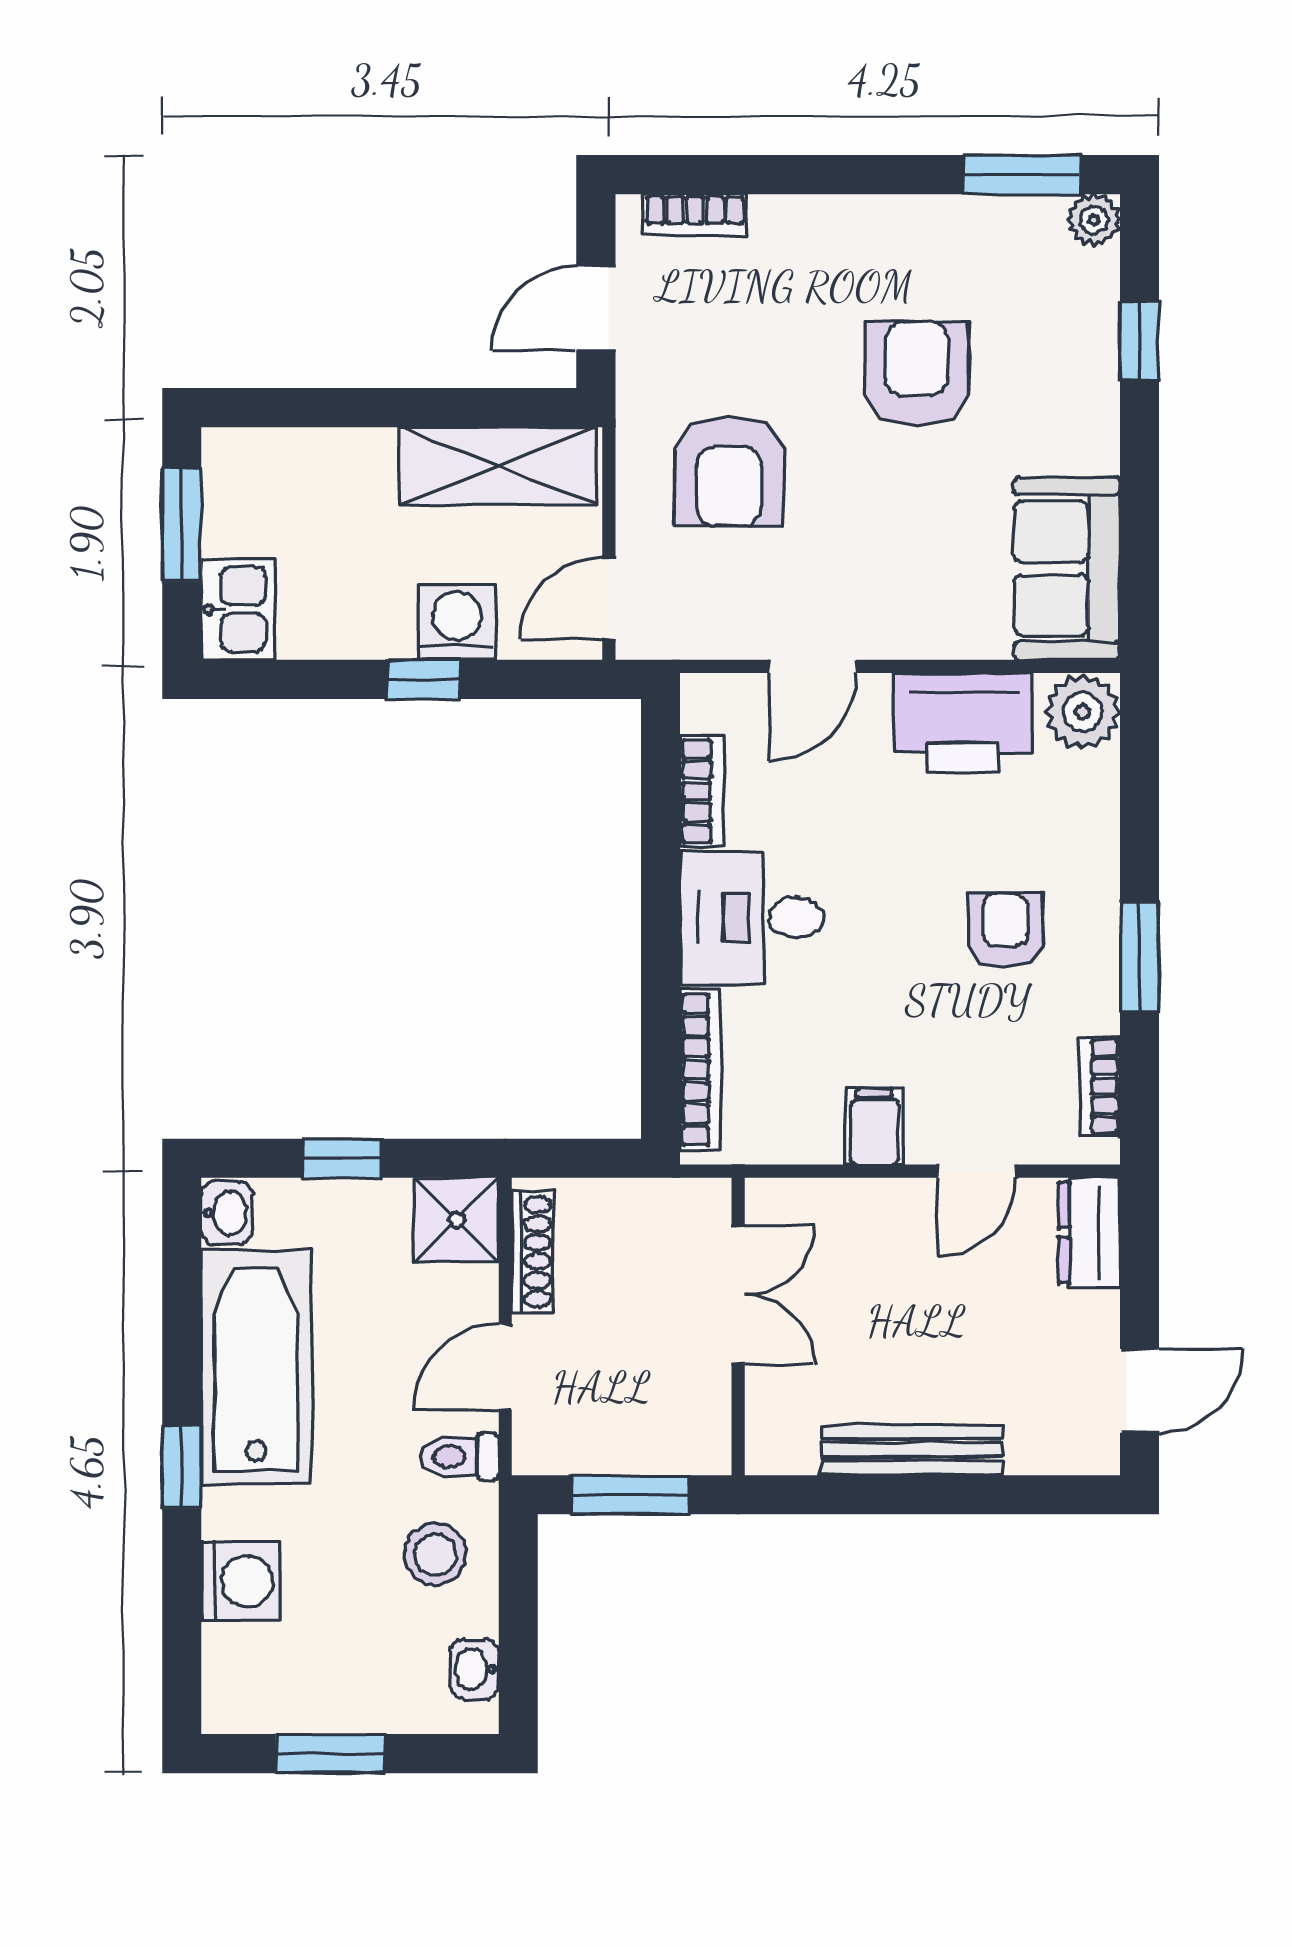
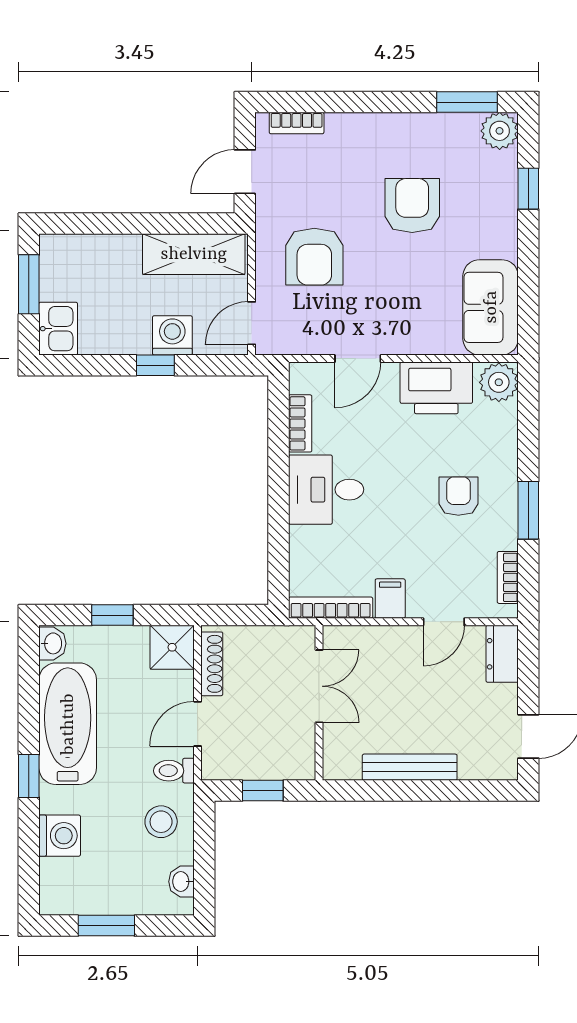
plant: (1094, 220) -> (500, 131), width x1.38, depth x1.38
bookcase: (701, 1070) -> (331, 608), moved, turned -90
window: (630, 1495) -> (263, 791), width x0.67

